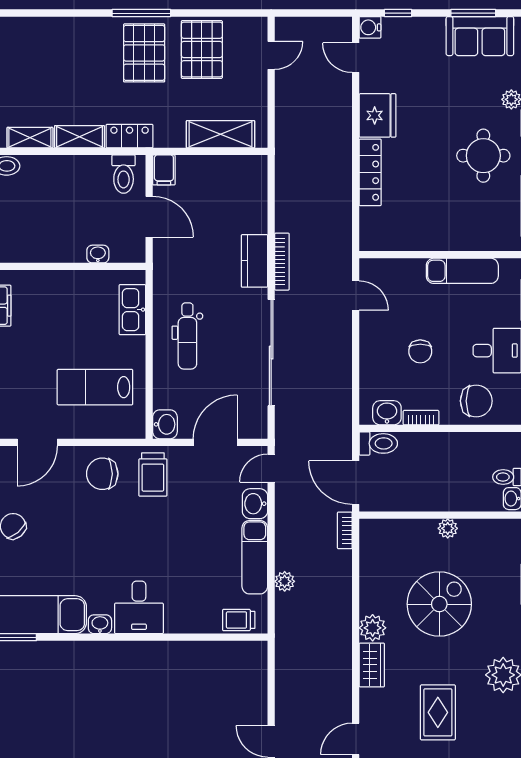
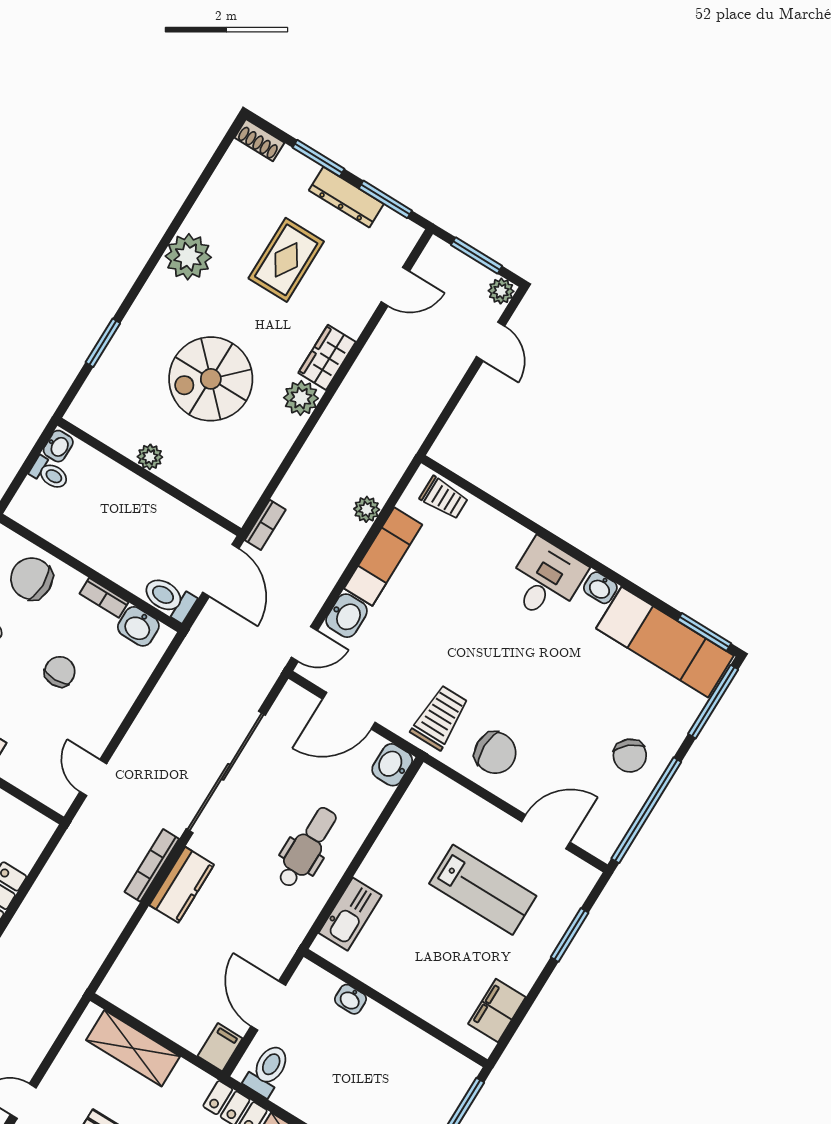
lab bench: (95, 387) -> (483, 890), moved

